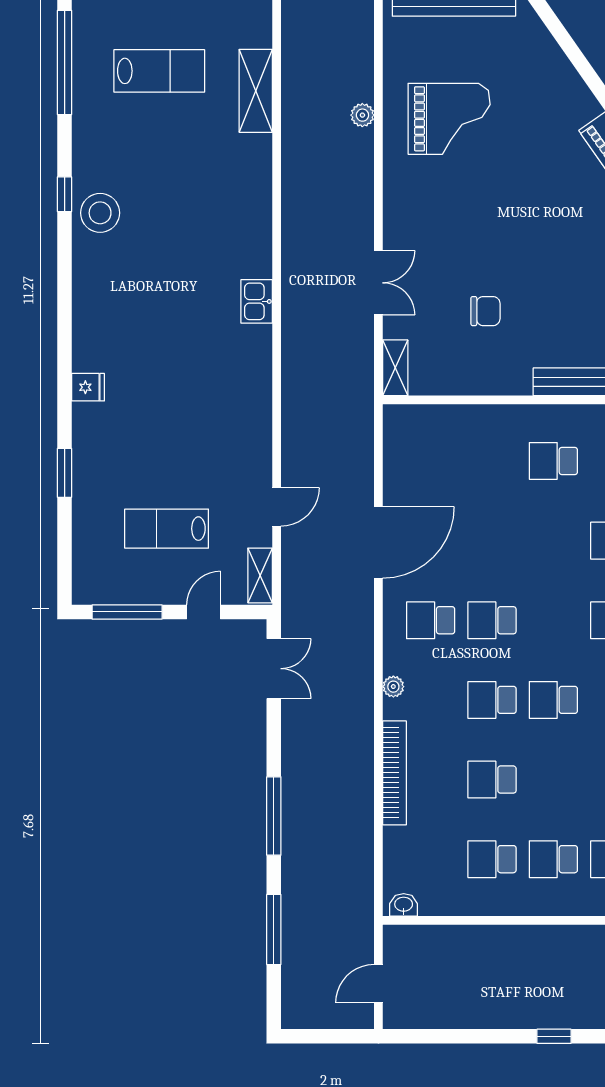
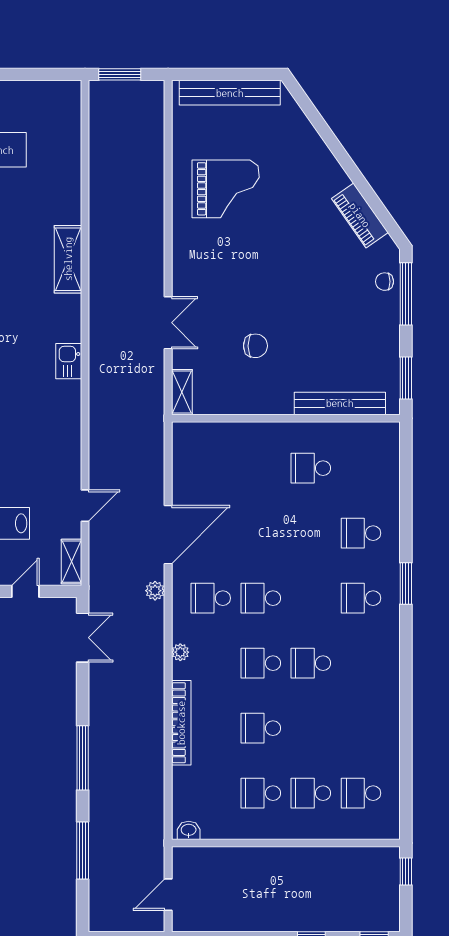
shelving: (256, 91) -> (68, 259), moved
plant: (362, 115) -> (155, 591), moved
kitchen sink: (257, 301) -> (69, 361), moved

